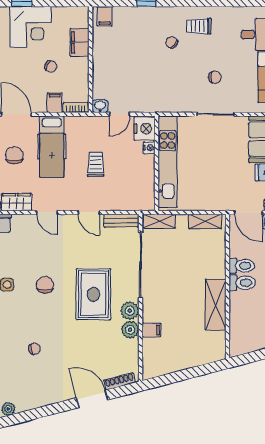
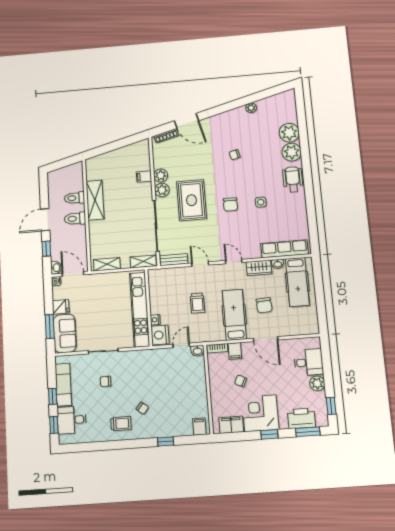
filing cabinet: (80, 42) -> (231, 425), moved, turned -90
toilet: (242, 266) -> (74, 198), moved

